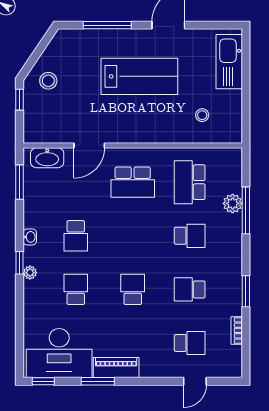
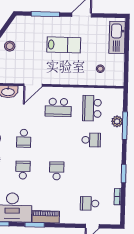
lab bench: (139, 76) -> (64, 45), width x0.73, depth x0.72
school desk: (190, 289) -> (90, 172), removed
school desk: (190, 343) -> (90, 203), turned 180

